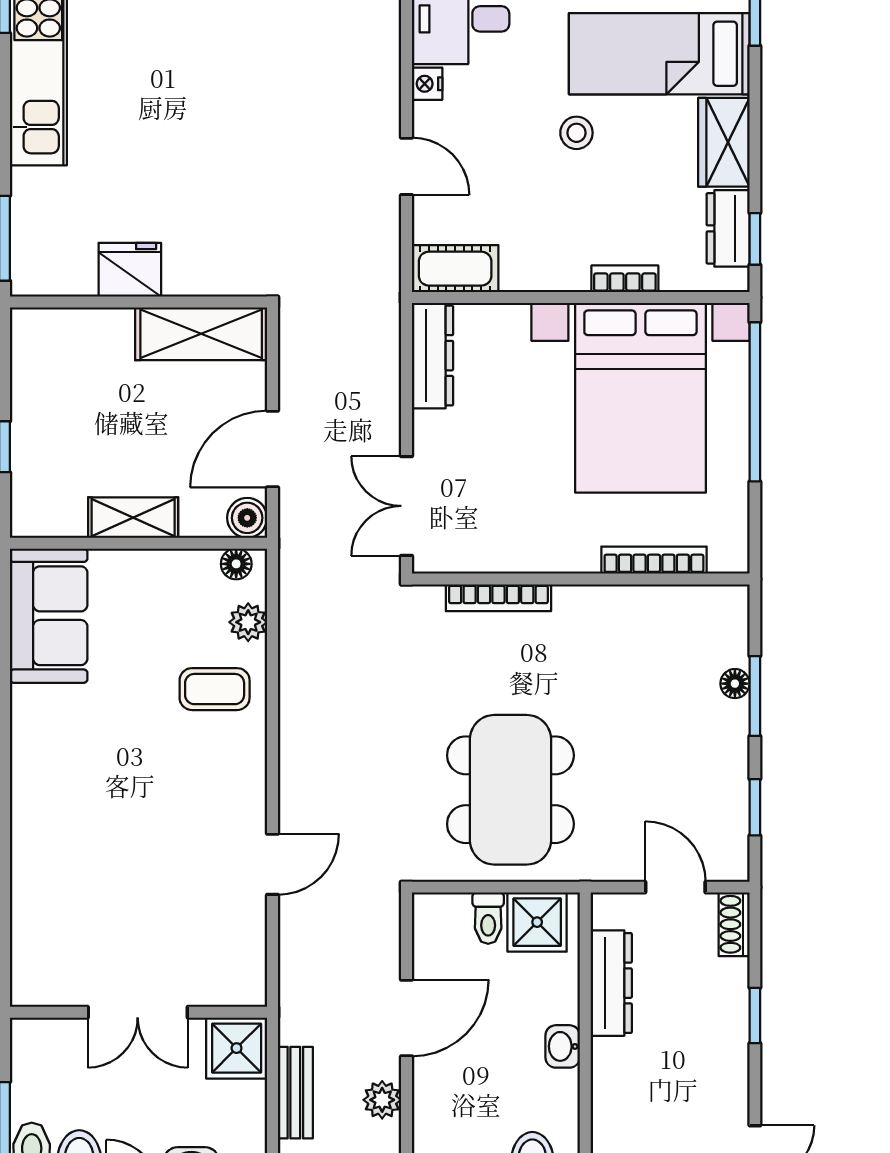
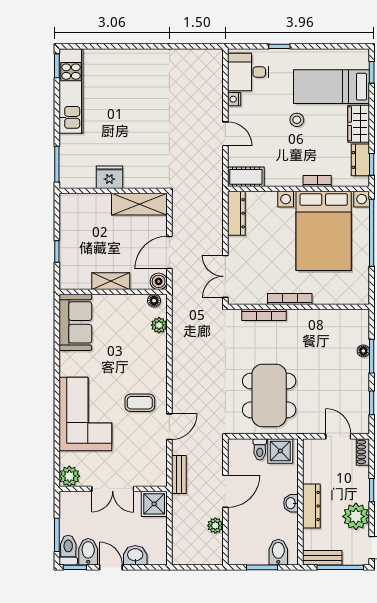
bookcase: (654, 560) -> (290, 299), moved
coffee table: (215, 689) -> (140, 403), moved
corner sofa: (72, 834) -> (85, 414), added
plant: (35, 982) -> (69, 476), added
dresser: (611, 983) -> (311, 506), moved
plant: (717, 1078) -> (356, 516), added
bench: (295, 1093) -> (179, 474), moved

